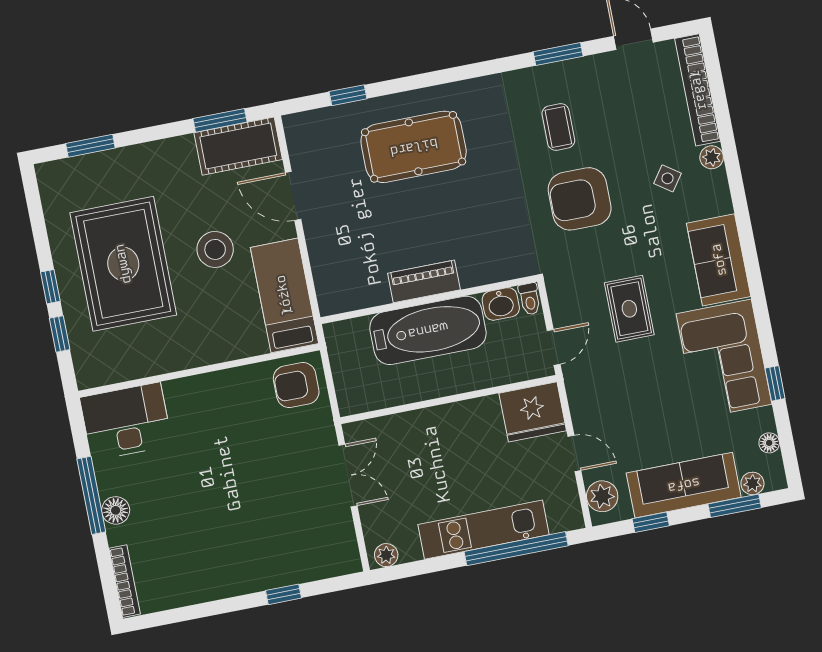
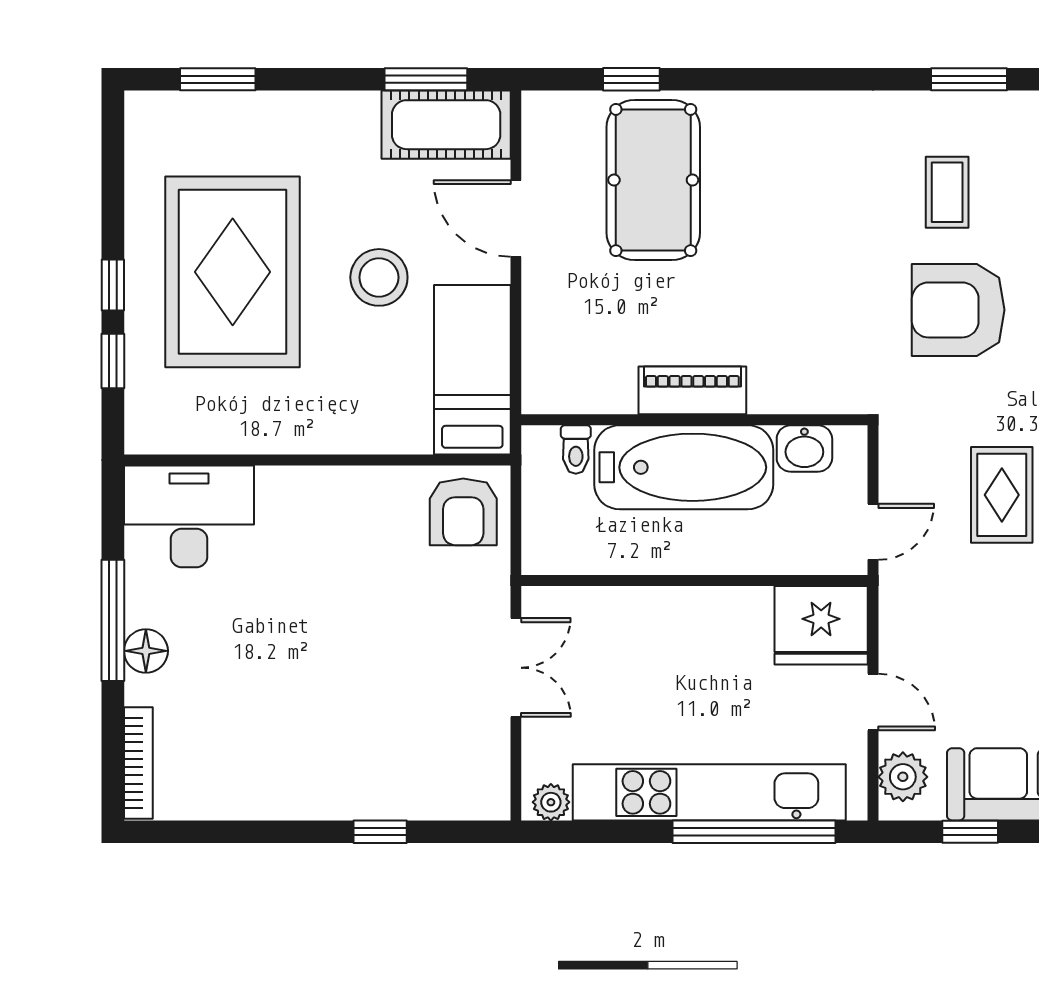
pool table: (414, 147) -> (653, 180), moved, turned 90
toilet: (530, 299) -> (576, 449), moved
armchair: (296, 385) -> (463, 512), turned -90
kitchen unit: (484, 530) -> (709, 792), width x1.36

